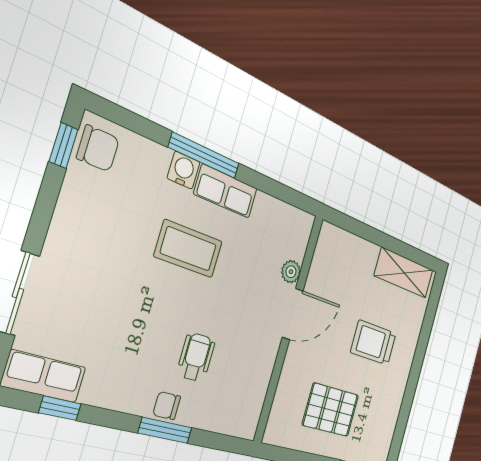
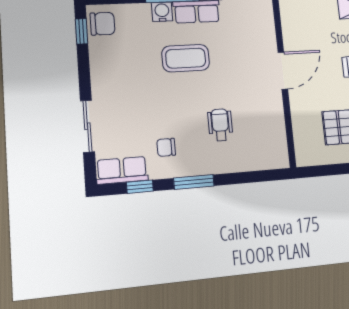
plant: (291, 272) -> (269, 43), removed
chair: (167, 406) -> (166, 147), moved
window: (165, 430) -> (194, 182), moved

